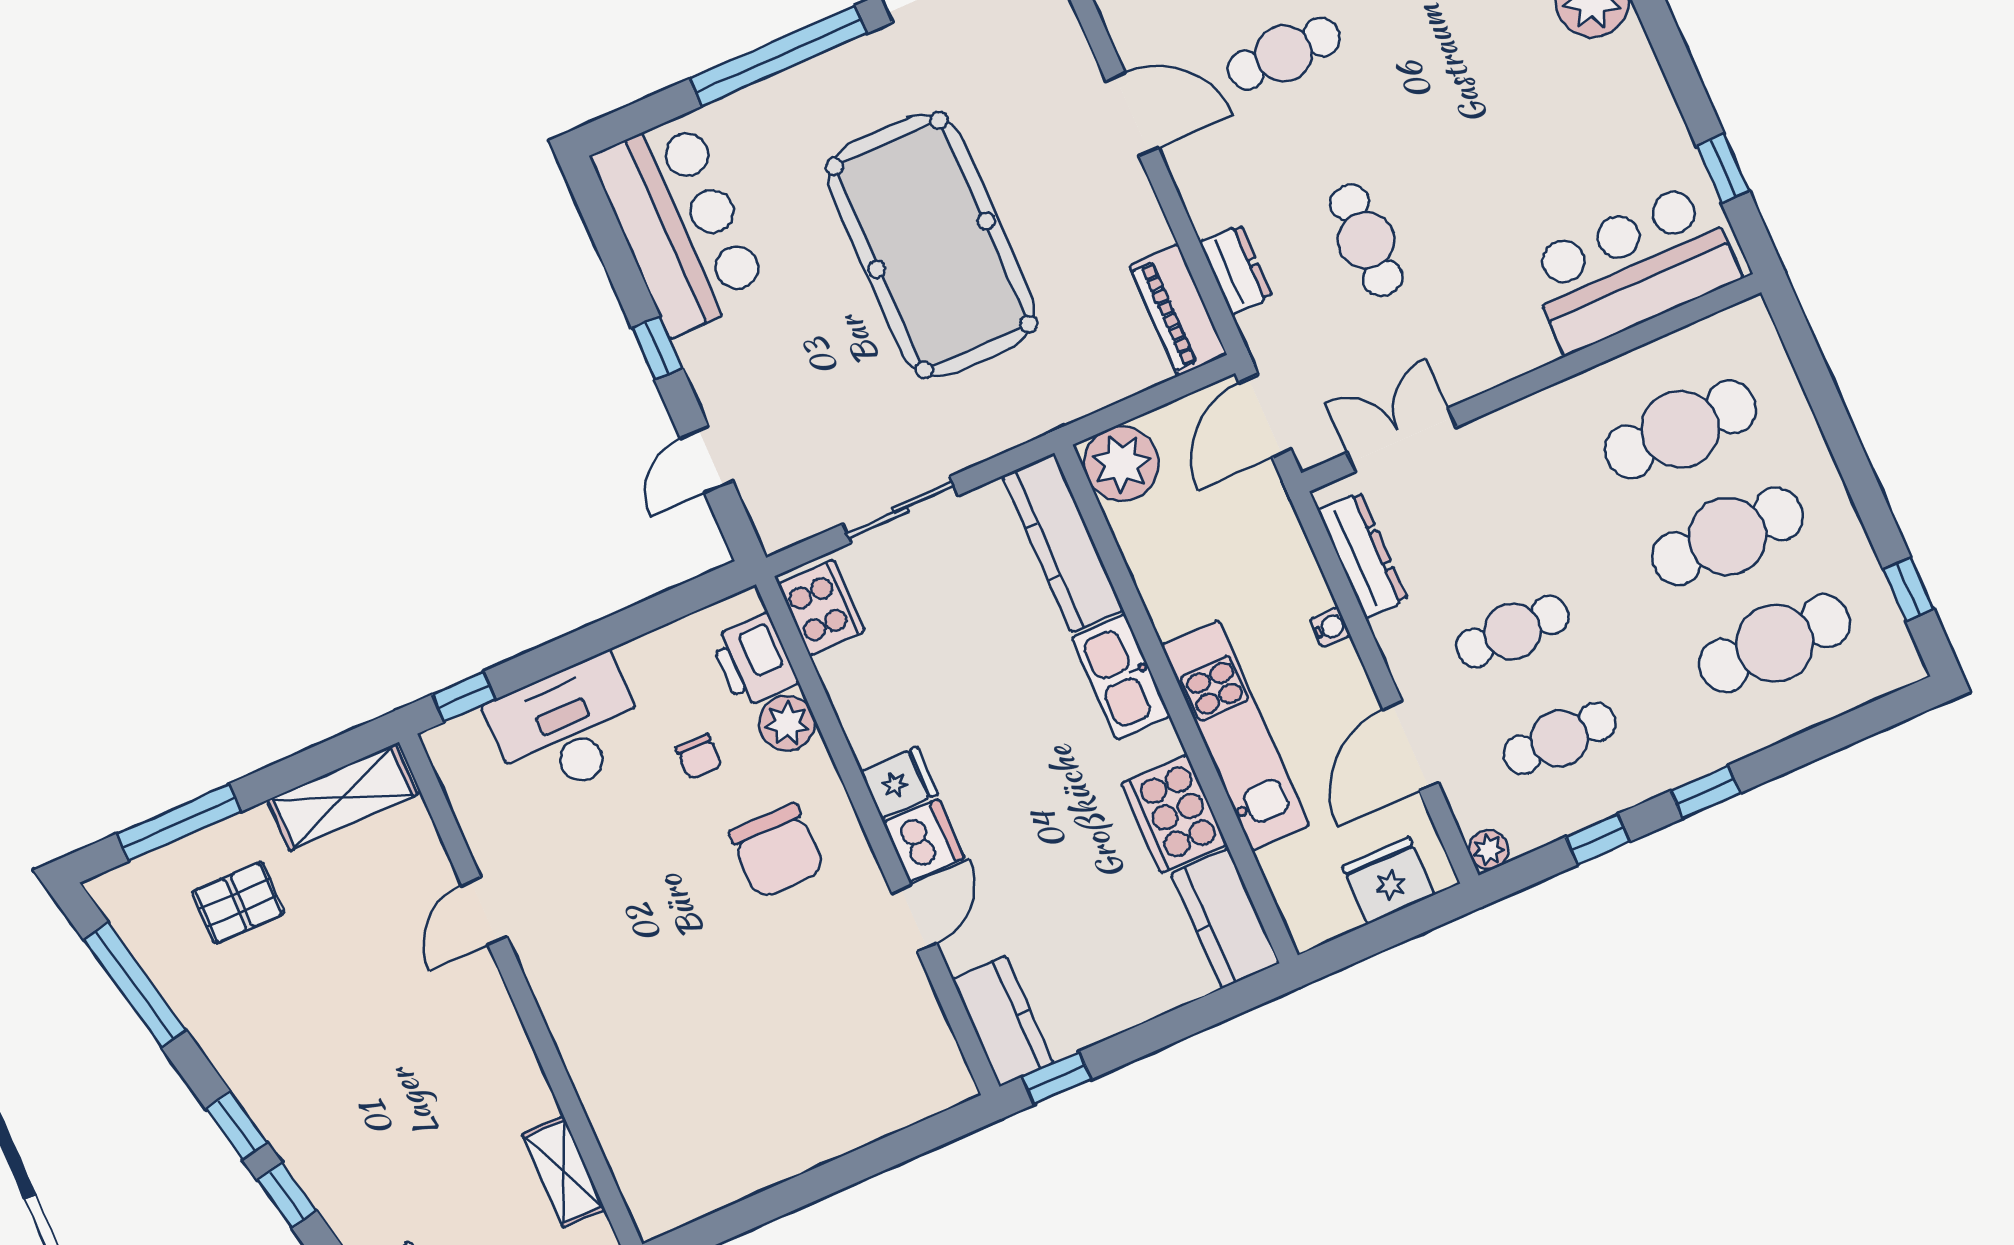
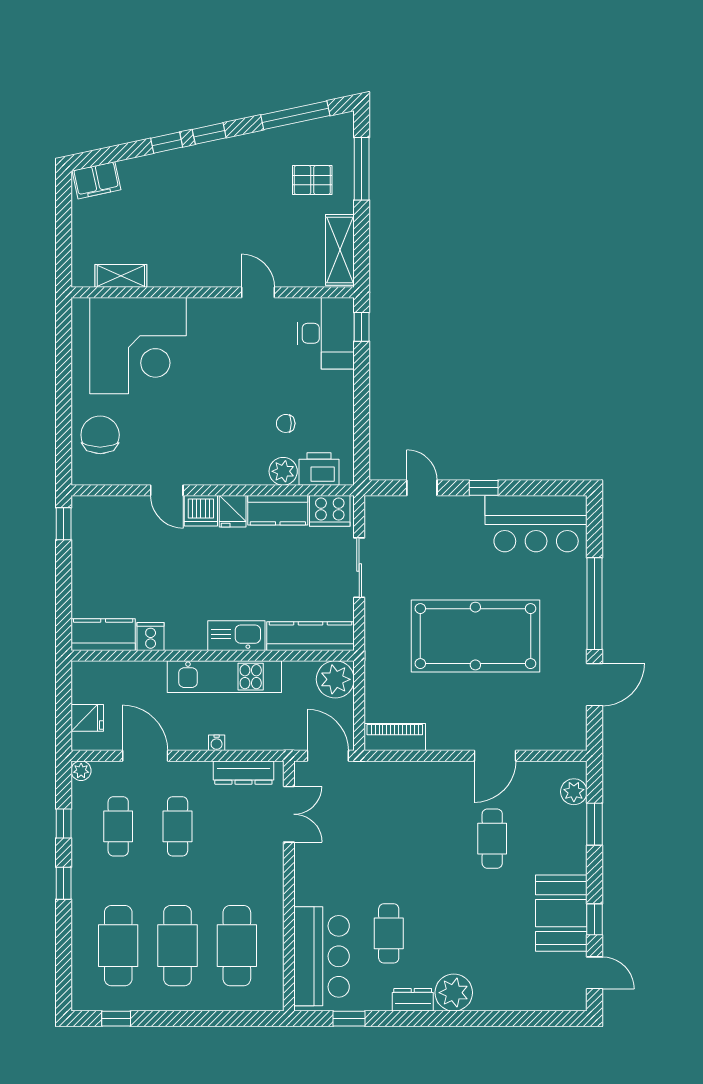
cafe table: (1366, 240) -> (389, 933), moved, turned 90
dresser: (1236, 270) -> (413, 1000), moved, turned 180
desk: (567, 728) -> (326, 333), moved
kitchen unit: (1235, 736) -> (224, 677), moved
cooker: (1174, 814) -> (151, 636), width x0.53, depth x0.76
chair: (777, 851) -> (100, 435), moved, turned 90
fridge: (1388, 881) -> (87, 718), width x0.72
pallet: (238, 903) -> (312, 180), turned 90
kitchen counter: (1003, 1021) -> (278, 510), moved
corner desk: (676, 1085) -> (138, 346), added

